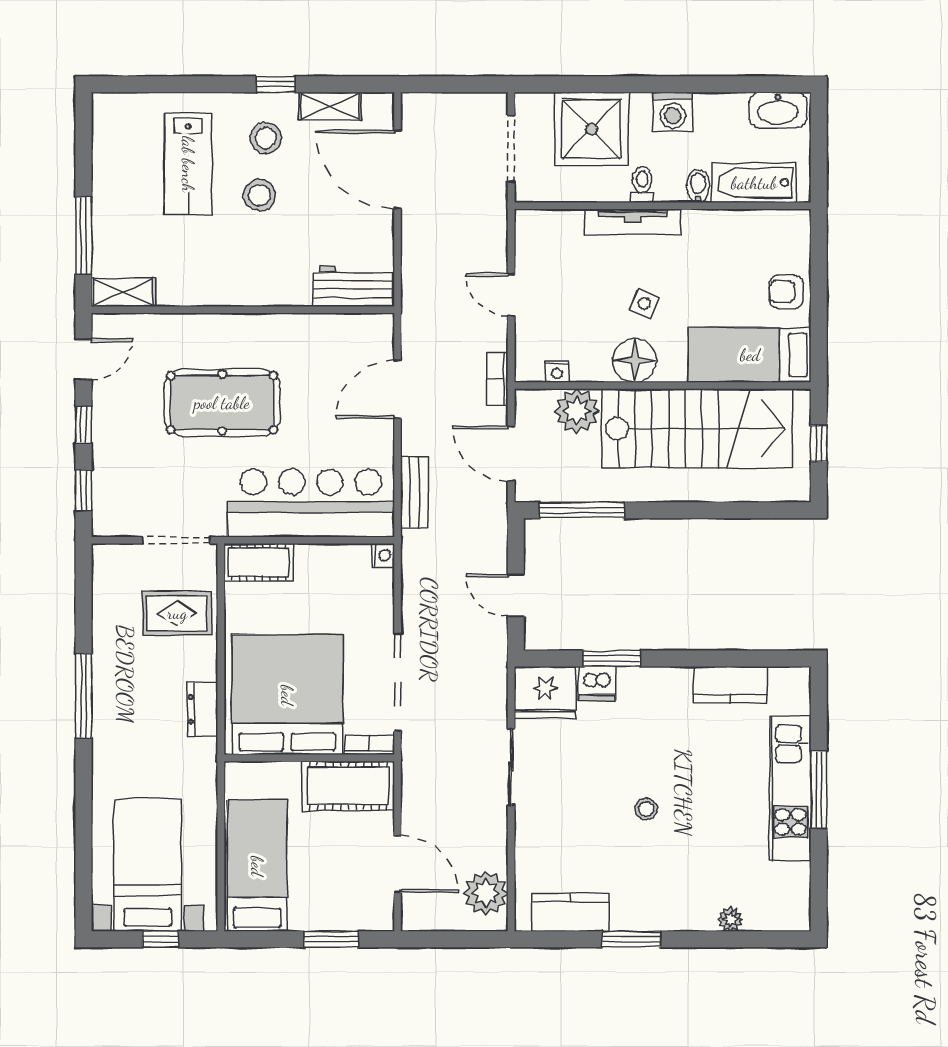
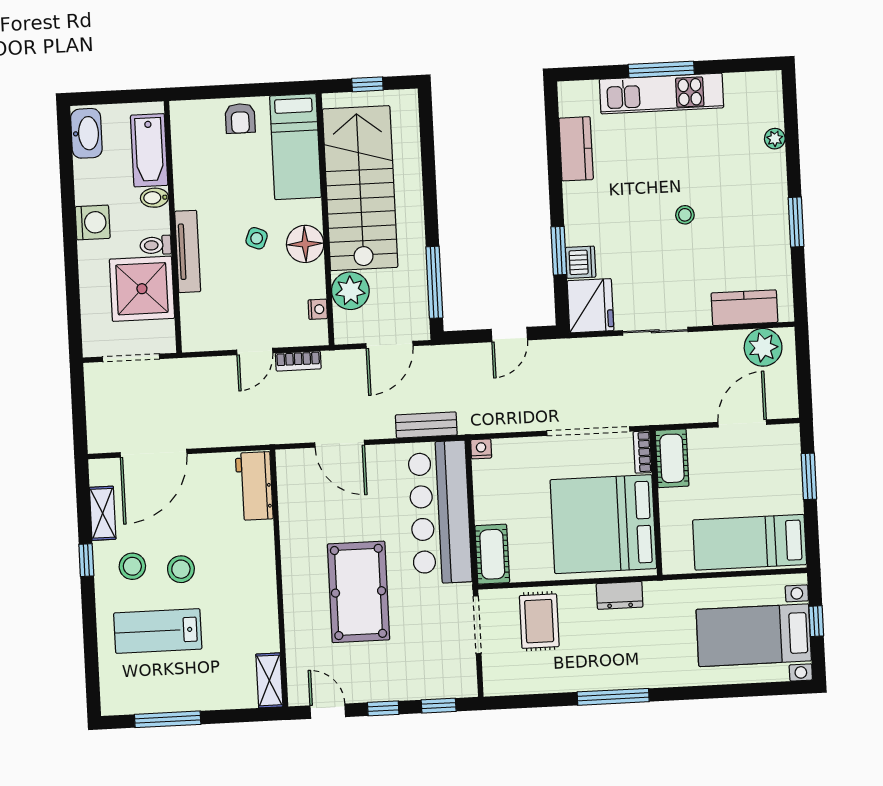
shower: (592, 129) -> (142, 289), moved
lab bench: (188, 164) -> (158, 631), turned 180
window: (84, 235) -> (168, 719), moved
bookcase: (497, 379) -> (298, 361), moved
cot: (348, 786) -> (672, 458), width x0.73, depth x0.75
kitchen counter: (571, 912) -> (744, 308), moved, turned 90

